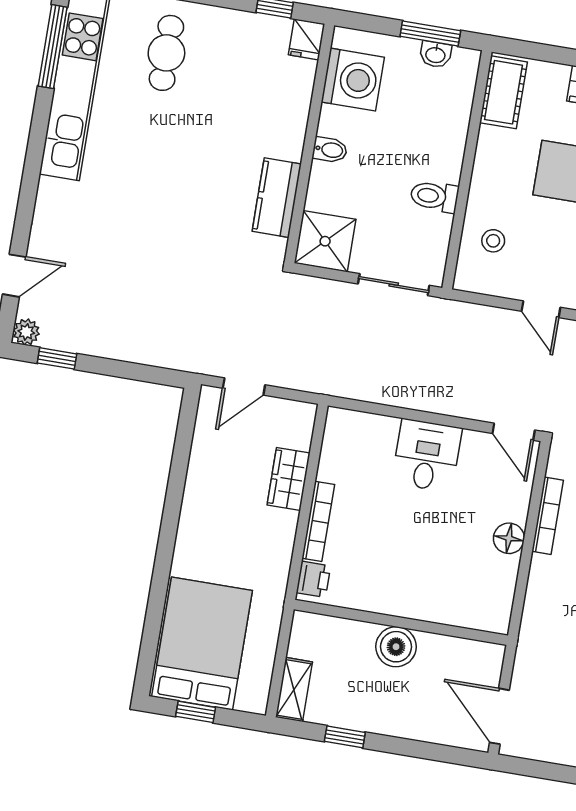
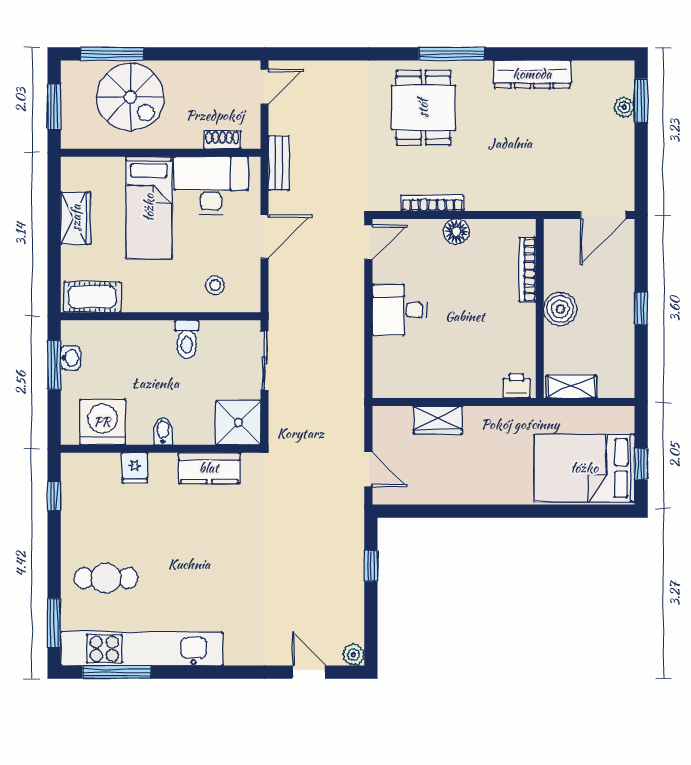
fridge: (307, 39) -> (135, 468), moved, turned 90
door: (541, 309) -> (264, 237), width x1.38
window: (57, 358) -> (371, 566), moved
bookcase: (318, 521) -> (528, 270), moved, turned -90
shelving: (294, 690) -> (571, 387), moved
window: (345, 737) -> (641, 308), moved

